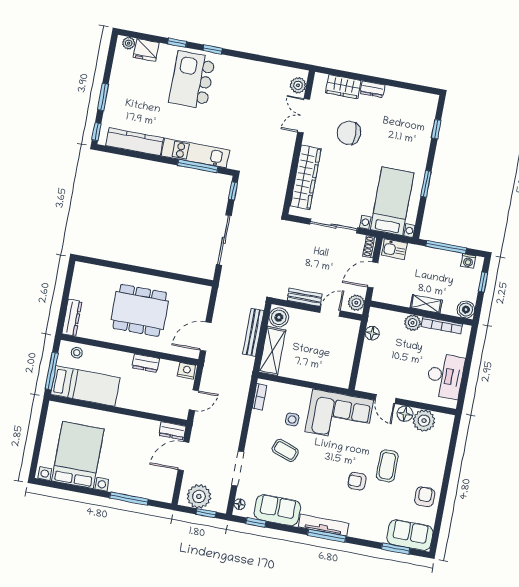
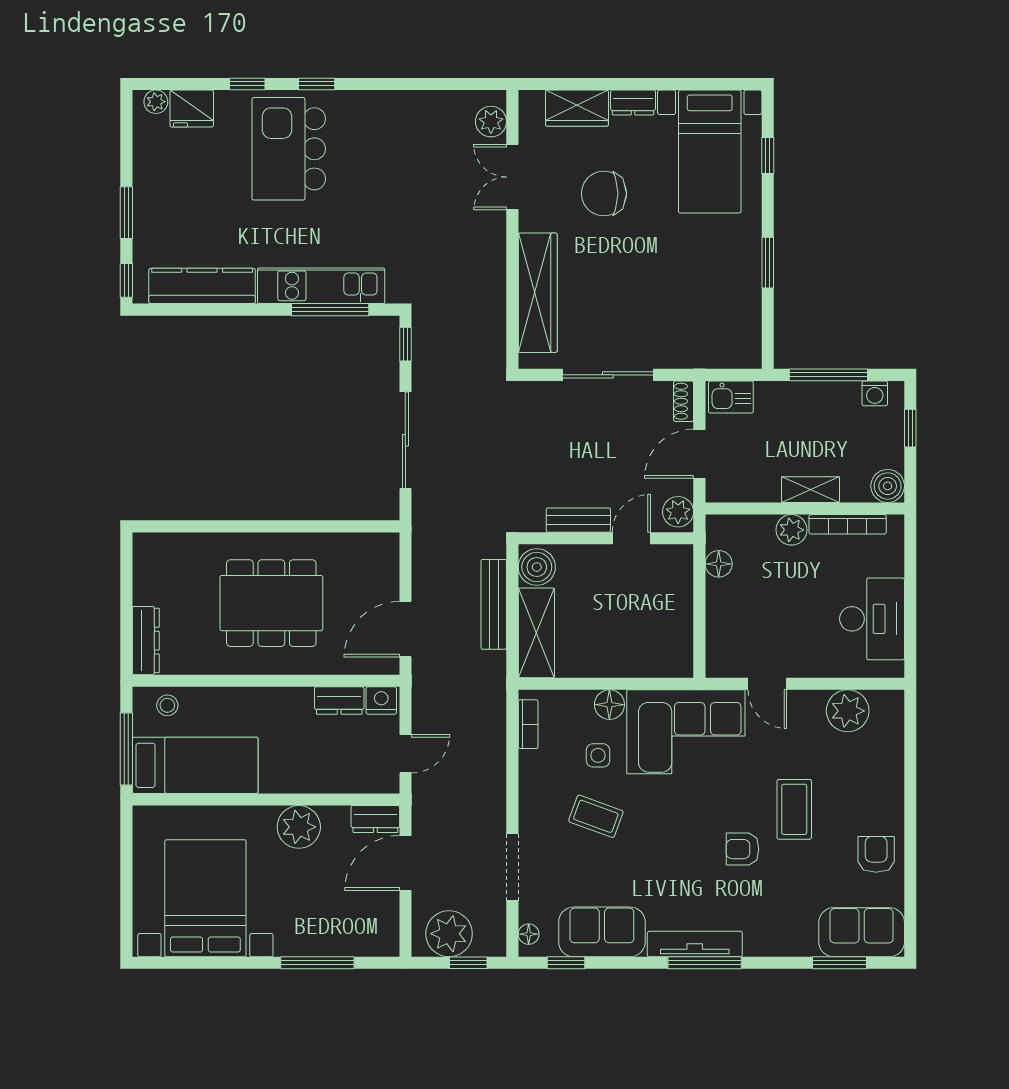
bed with nightstands: (392, 201) -> (710, 151), moved, turned 180
dresser: (146, 363) -> (339, 701), moved
floor lamp: (405, 414) -> (609, 705), moved
plant: (132, 427) -> (299, 827), added

